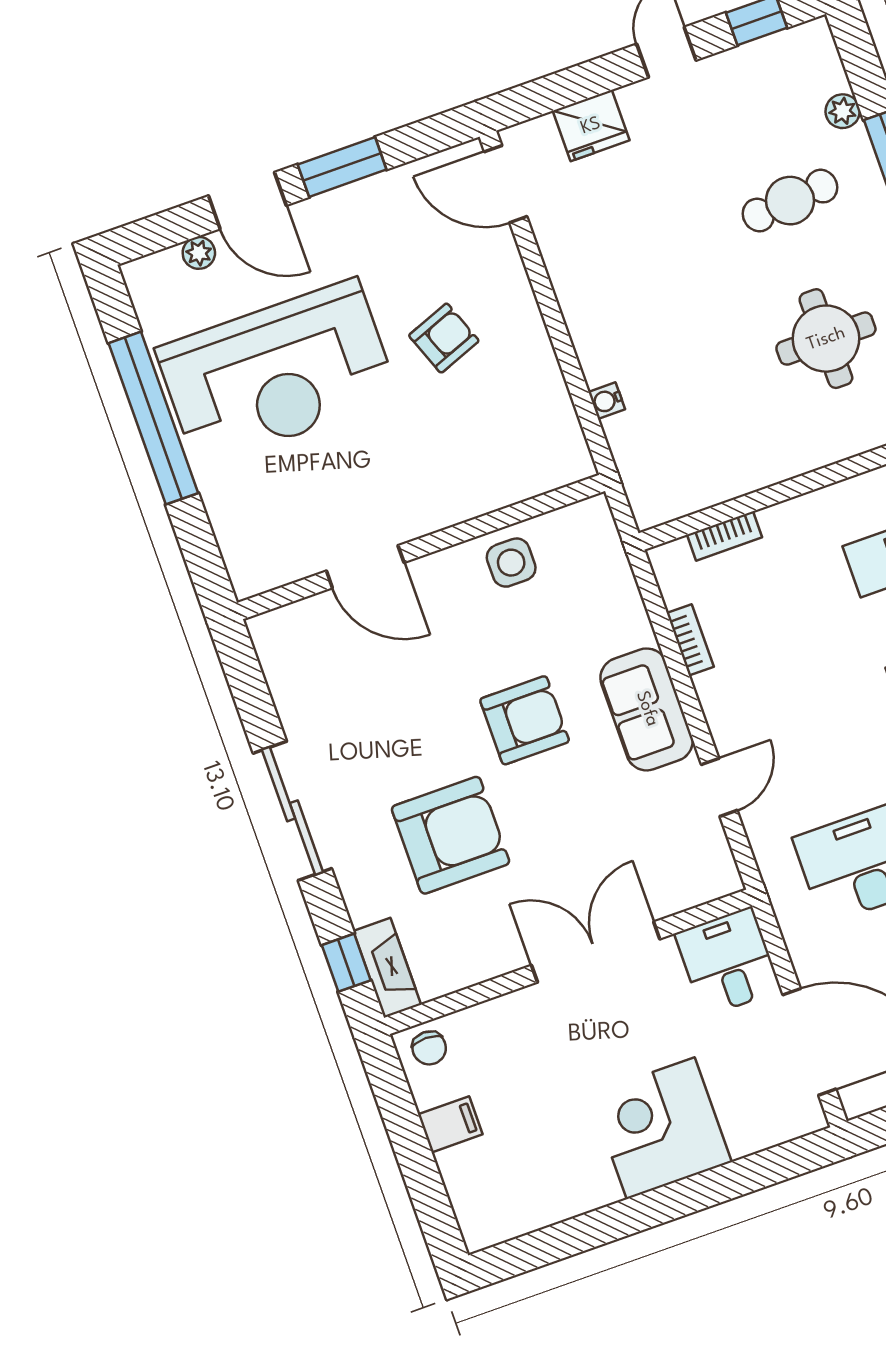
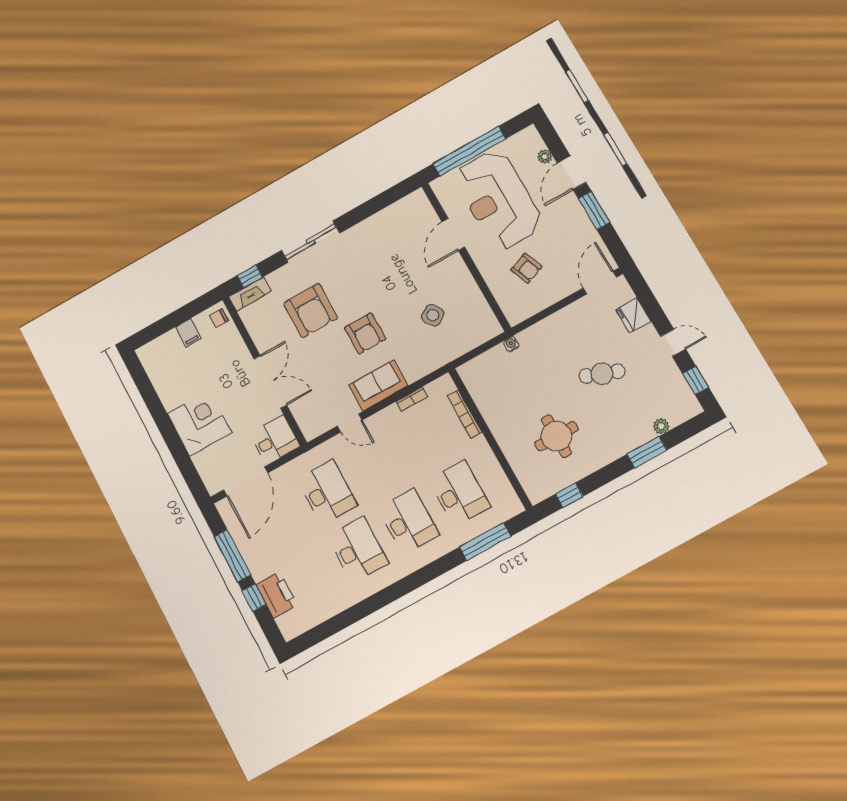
cafe table: (790, 201) -> (602, 374), moved, turned -64
bookcase: (724, 536) -> (465, 414), width x1.56
wall: (421, 547) -> (466, 257), moved
side table: (511, 563) -> (433, 315), turned -35
door: (365, 567) -> (453, 234), moved

